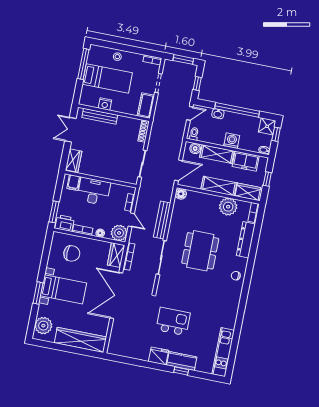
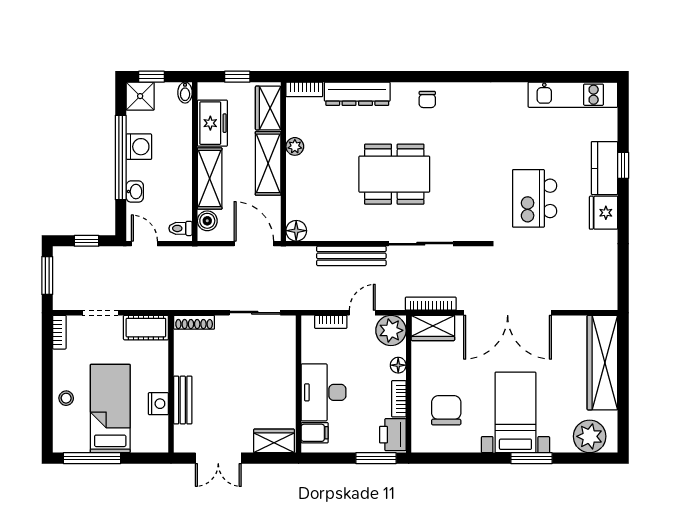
bench: (100, 116) -> (183, 400), width x0.73
washing machine: (232, 141) -> (139, 147), moved, turned 180
plant: (228, 207) -> (295, 146), width x0.53, depth x0.53

